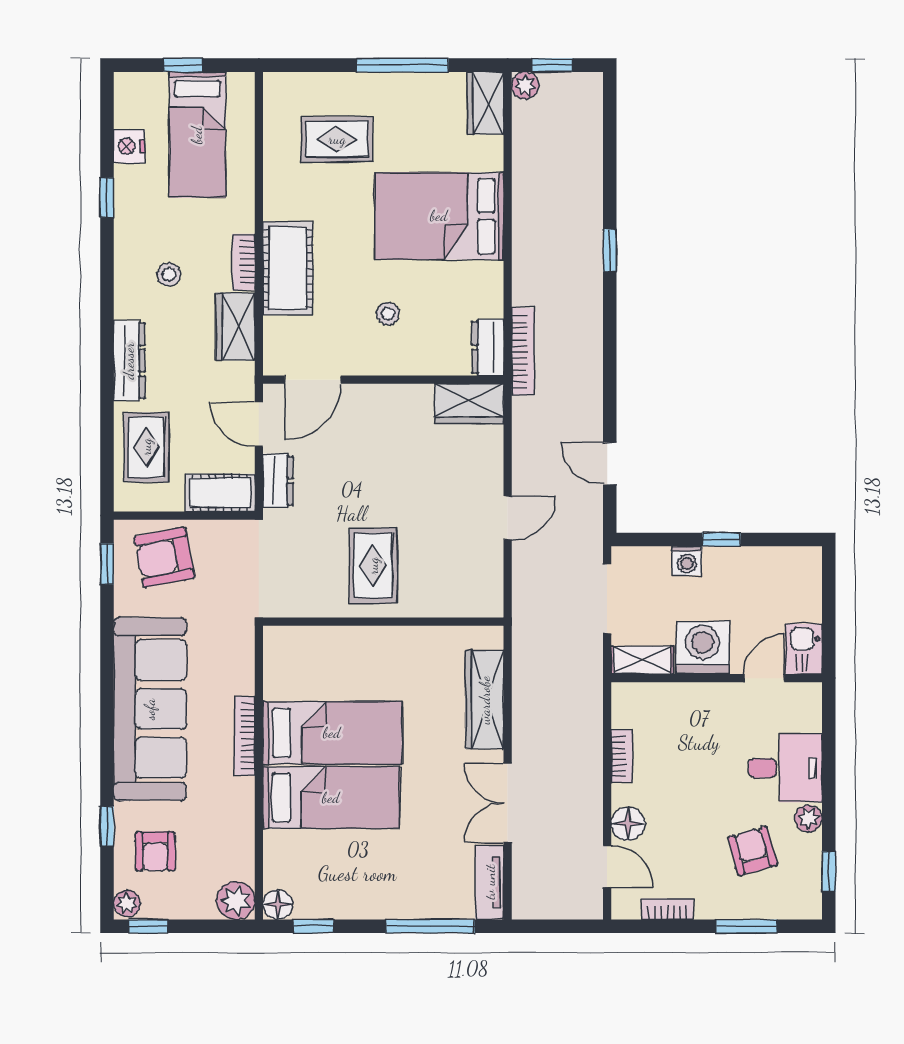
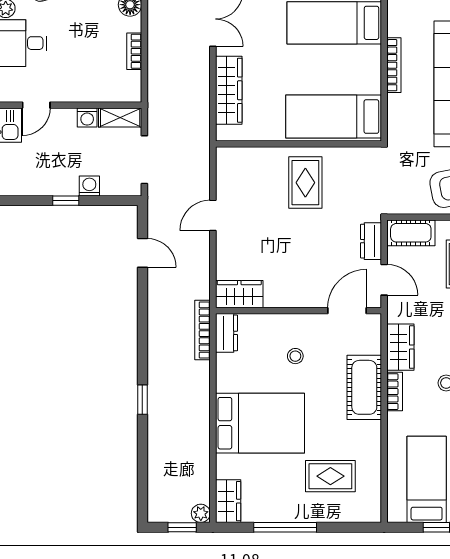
washing machine: (703, 648) -> (87, 117), width x0.53, depth x0.53
bed: (332, 733) -> (334, 117), moved

